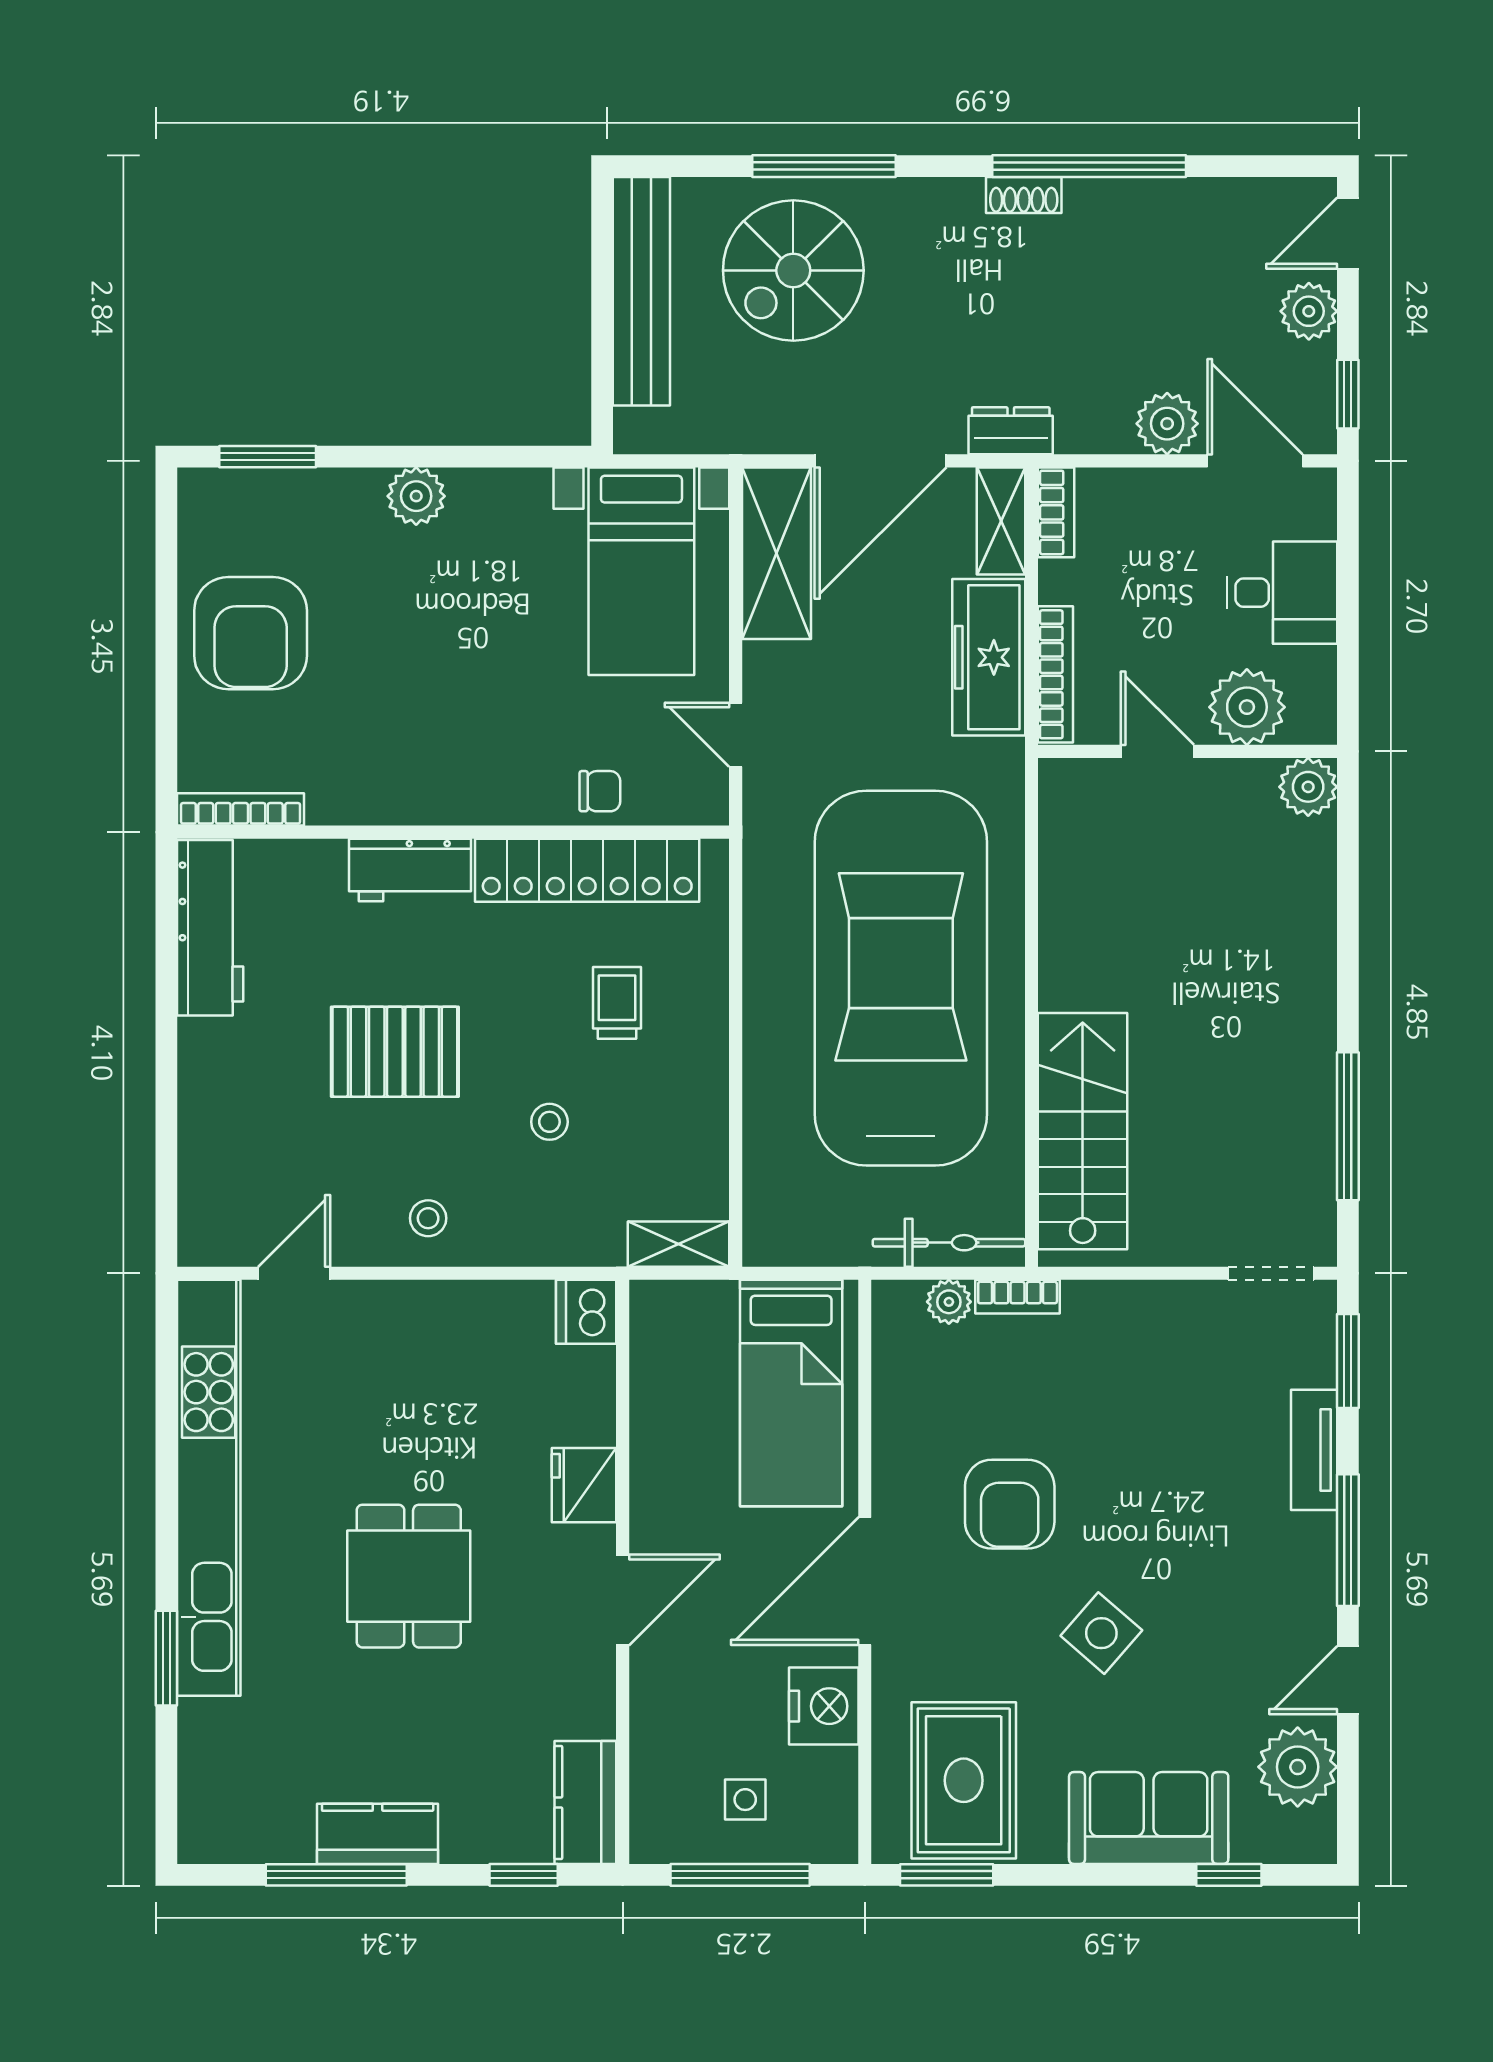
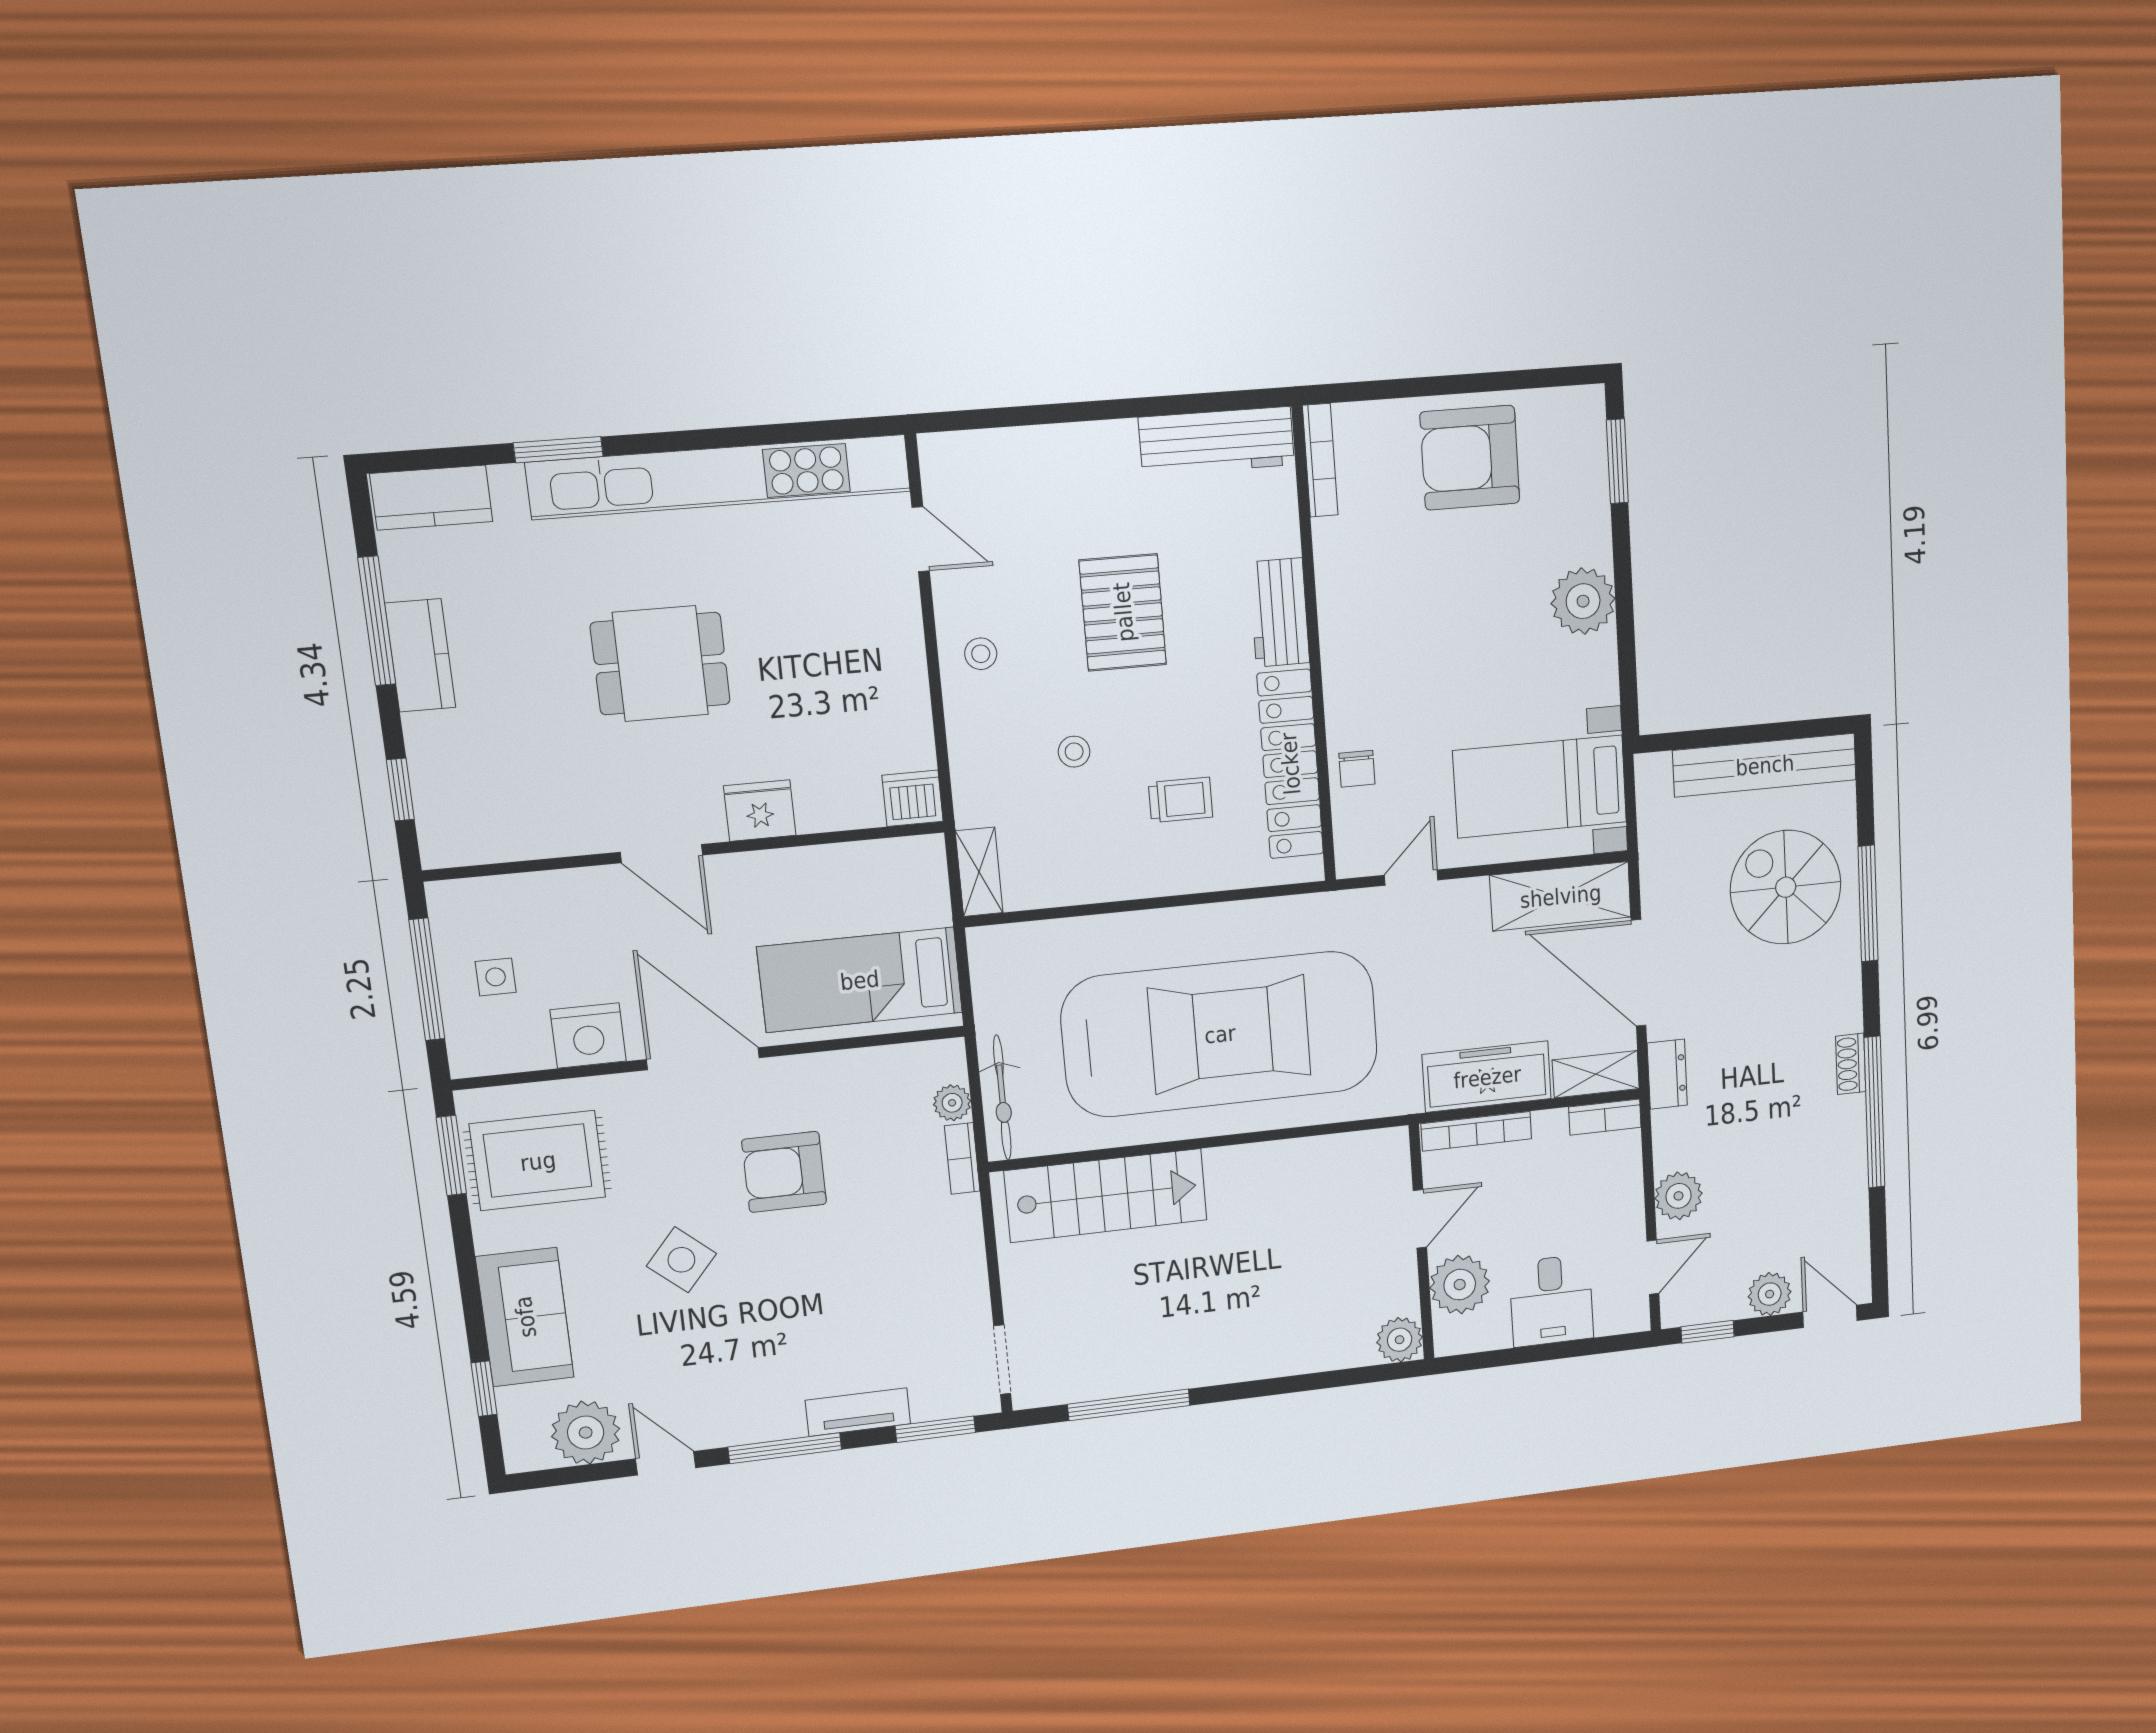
door: (1255, 461) -> (1653, 1267), width x0.73
plant: (416, 496) -> (1583, 601), width x1.36, depth x1.36
kitchen counter: (585, 1802) -> (431, 498), moved, turned 180

